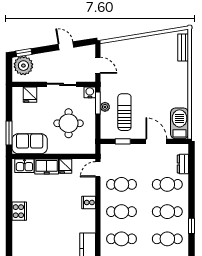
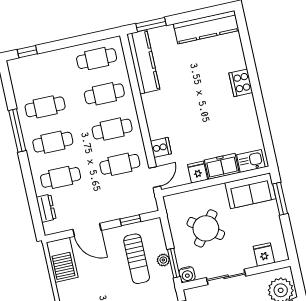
round table: (69, 123) -> (206, 228), turned 36
cooker: (89, 202) -> (161, 147), moved
cooker: (19, 211) -> (241, 83), moved
window: (192, 226) -> (17, 131), width x2.17

